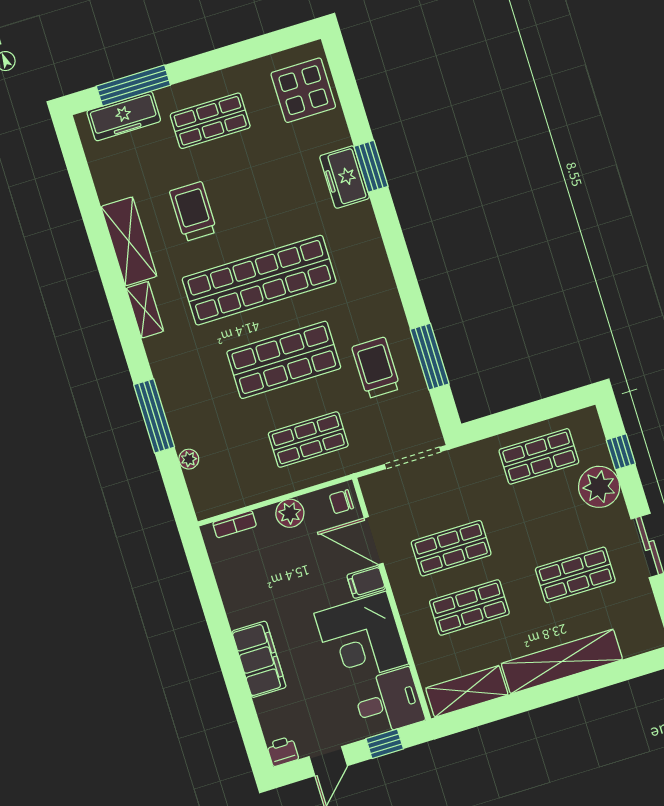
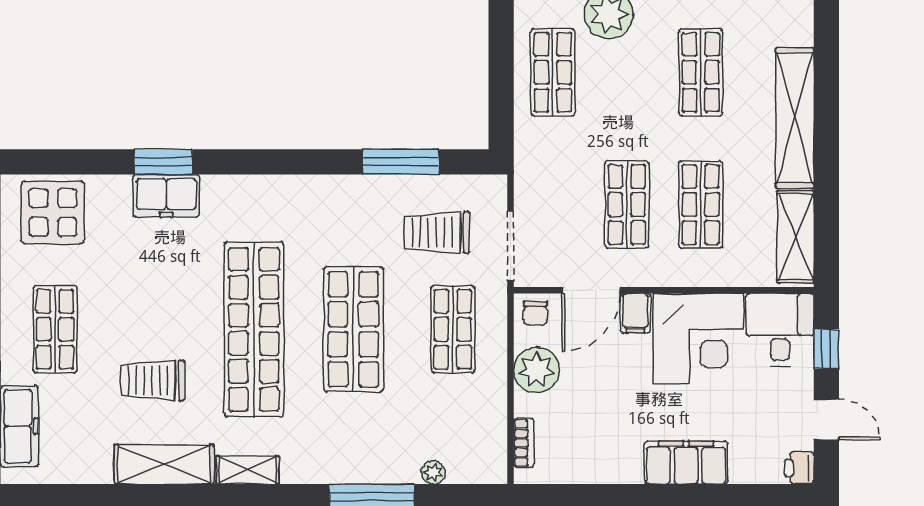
trolley: (376, 368) -> (437, 232), moved
doorway: (413, 458) -> (510, 246), moved
plant: (290, 513) -> (536, 370), width x1.36, depth x1.36

